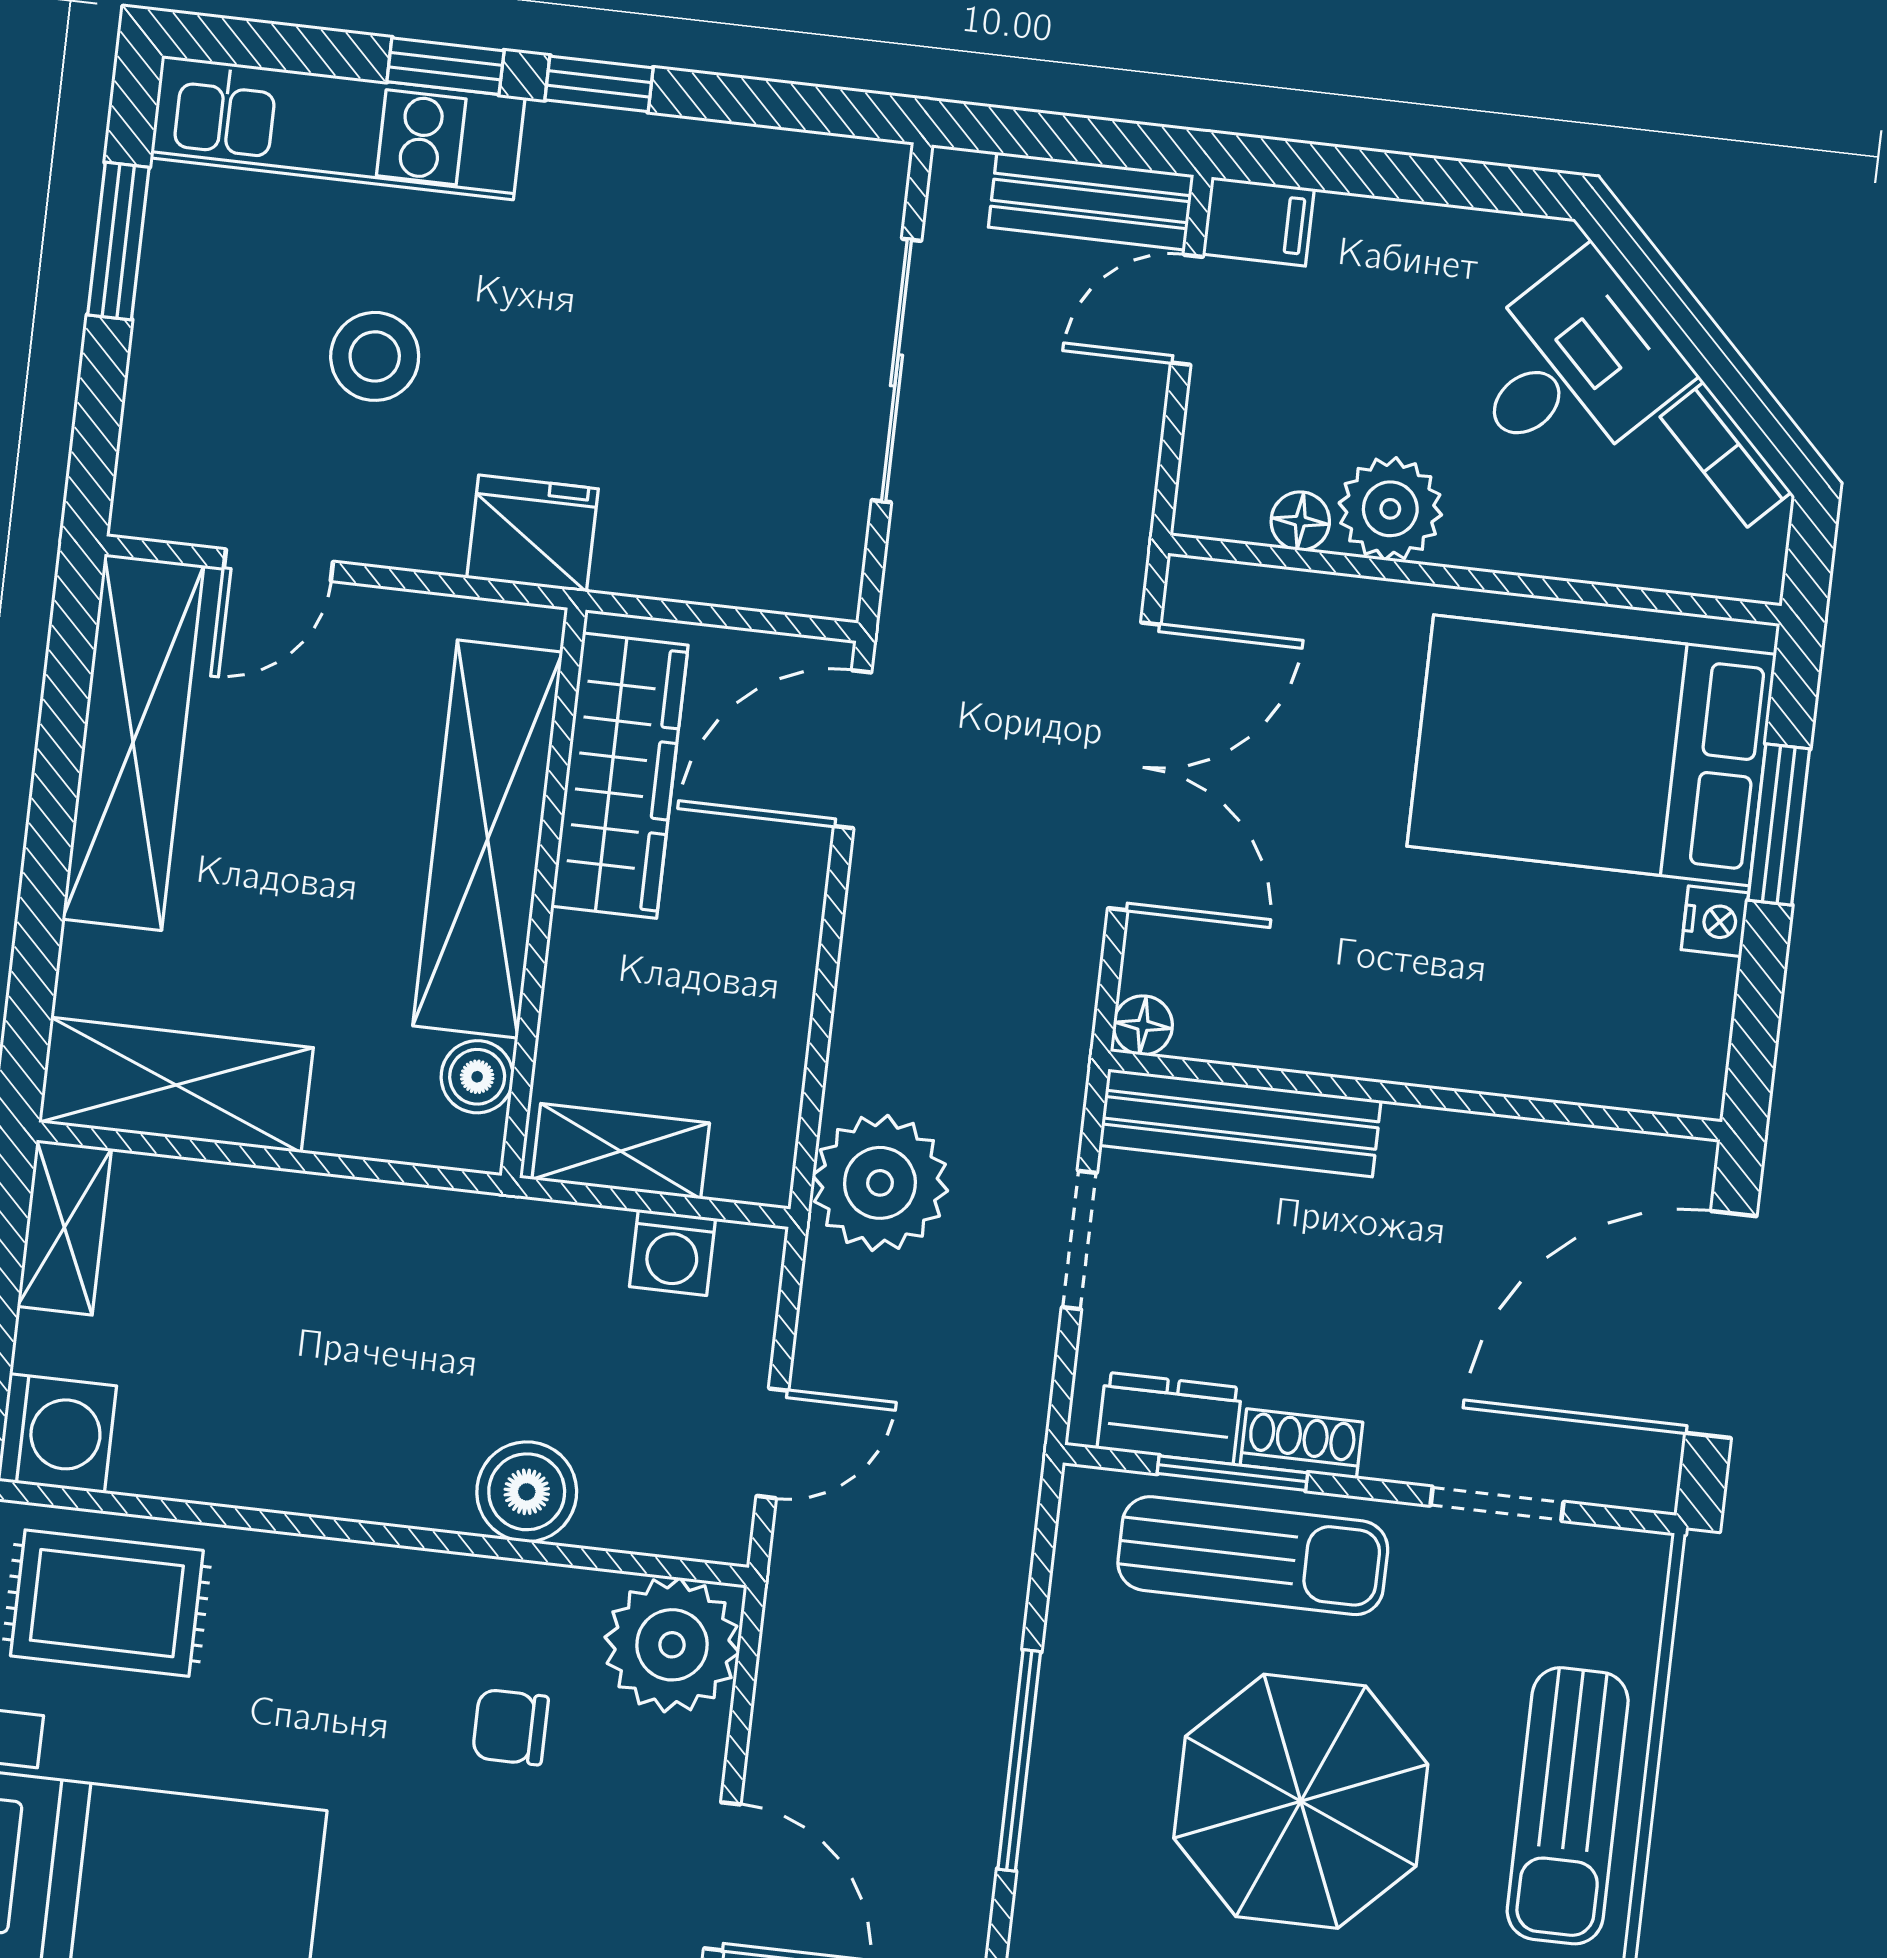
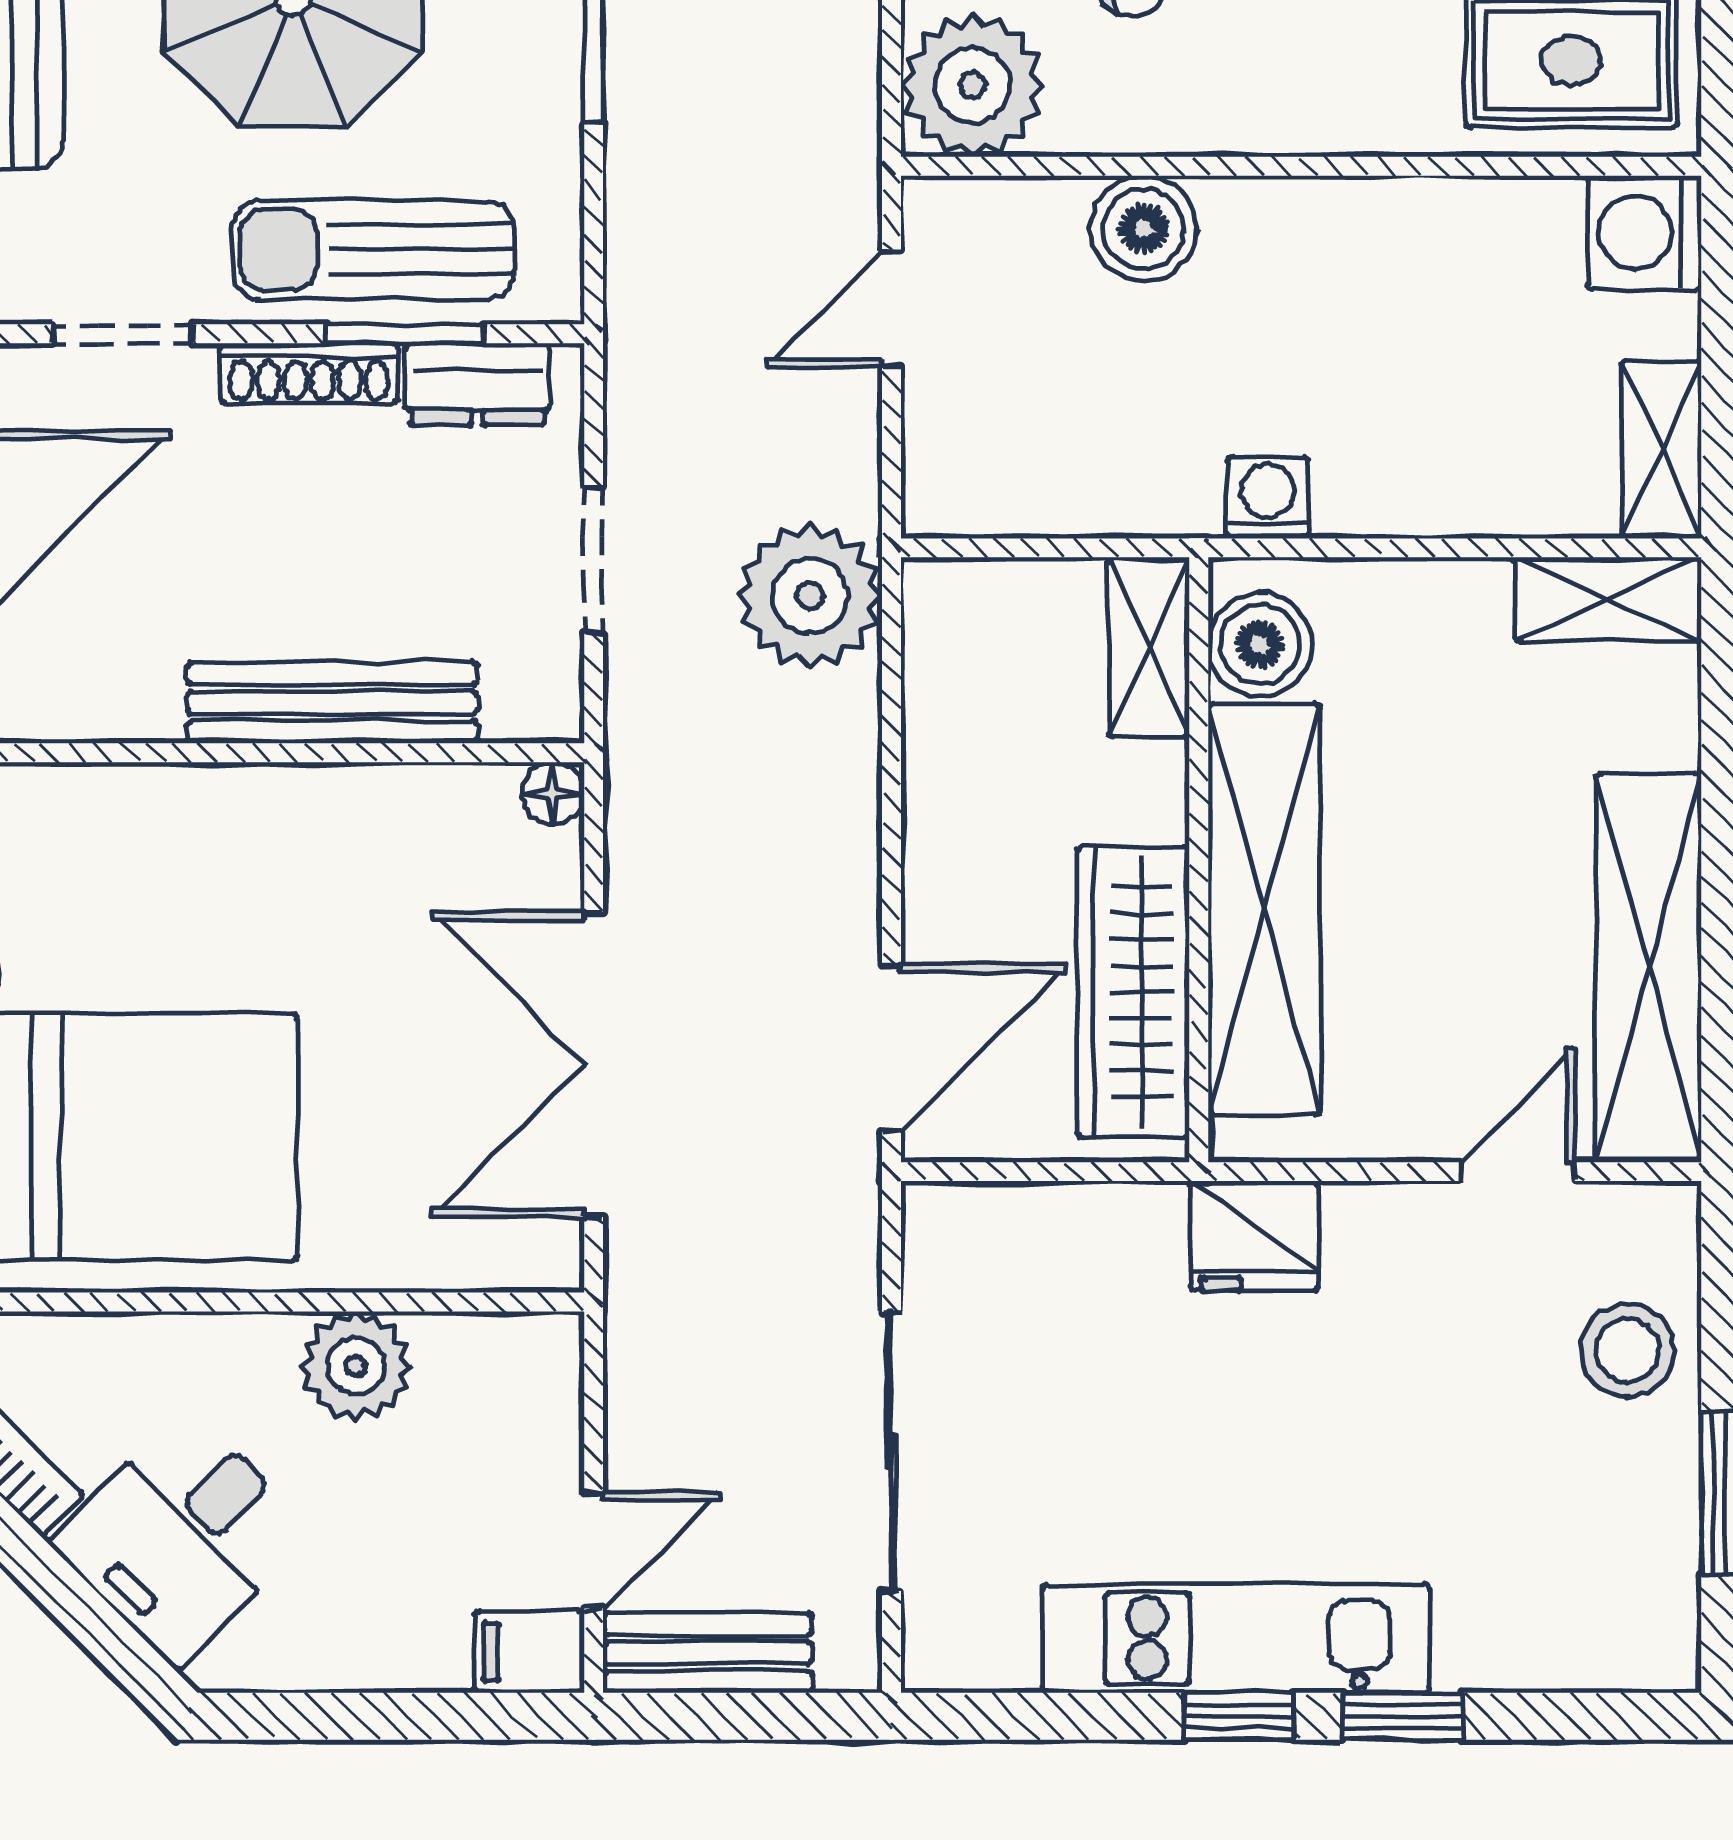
kitchen unit: (338, 128) -> (1236, 1638), moved
stool: (375, 356) -> (1627, 1350), moved
floor lamp: (1300, 521) -> (449, 1342), removed
boiler: (477, 1077) -> (1260, 645), width x1.36, depth x1.36
shelving: (176, 1085) -> (1608, 599), width x0.67, depth x0.75
bench: (1240, 1123) -> (332, 703), moved
shelving: (621, 1151) -> (1149, 647), moved, turned 90
washing machine: (673, 1253) -> (1268, 498), moved
shoe rack: (1302, 1444) -> (309, 373), width x1.43

